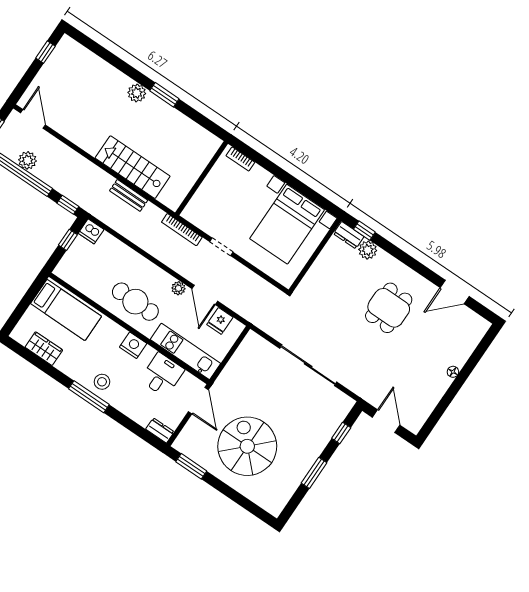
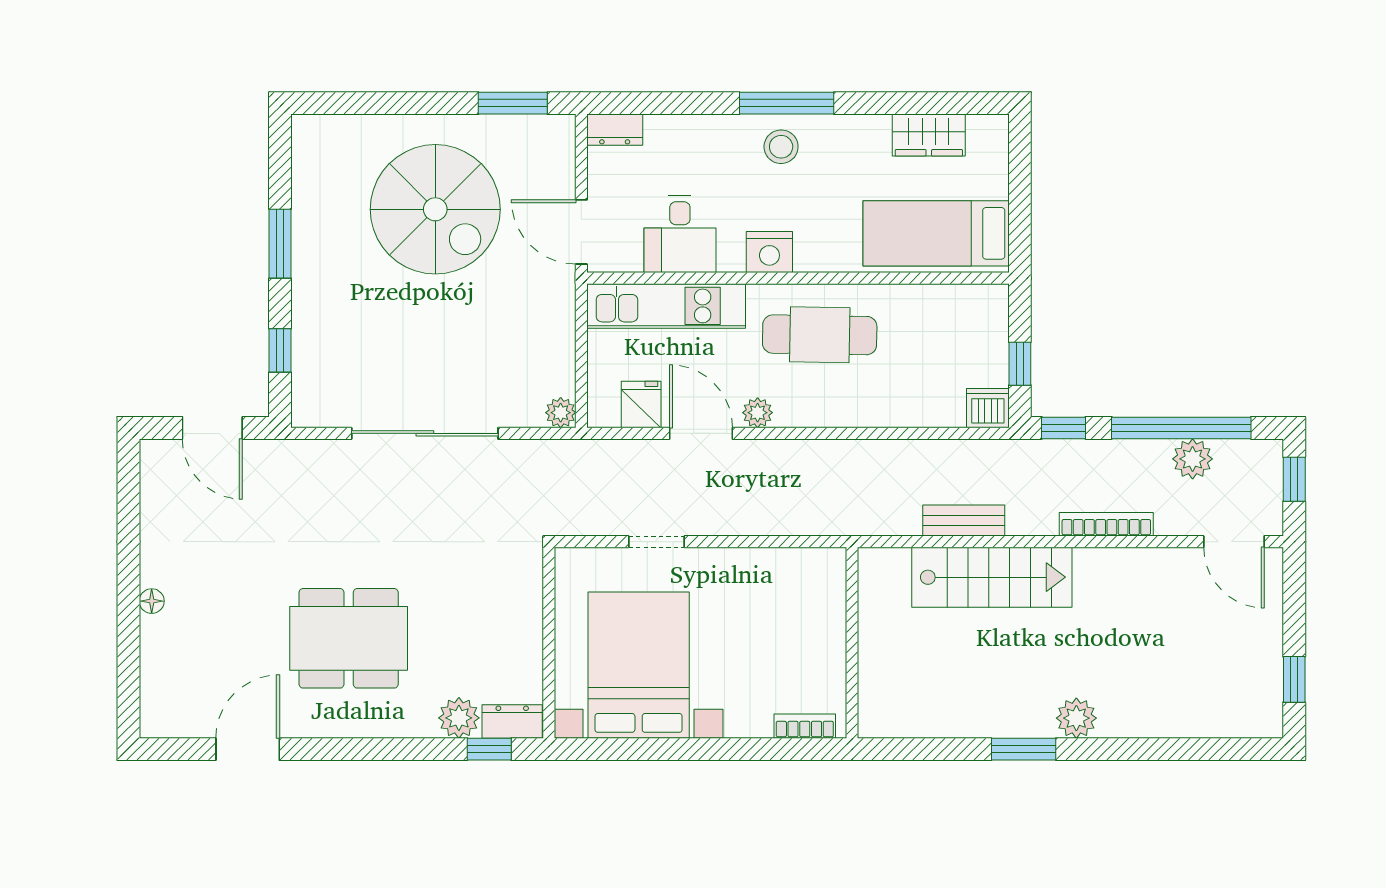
bookcase: (182, 230) -> (1106, 524), moved
doorway: (221, 247) -> (657, 542), moved
dining table: (389, 308) -> (349, 638), width x1.38
plant: (252, 338) -> (561, 413), added

